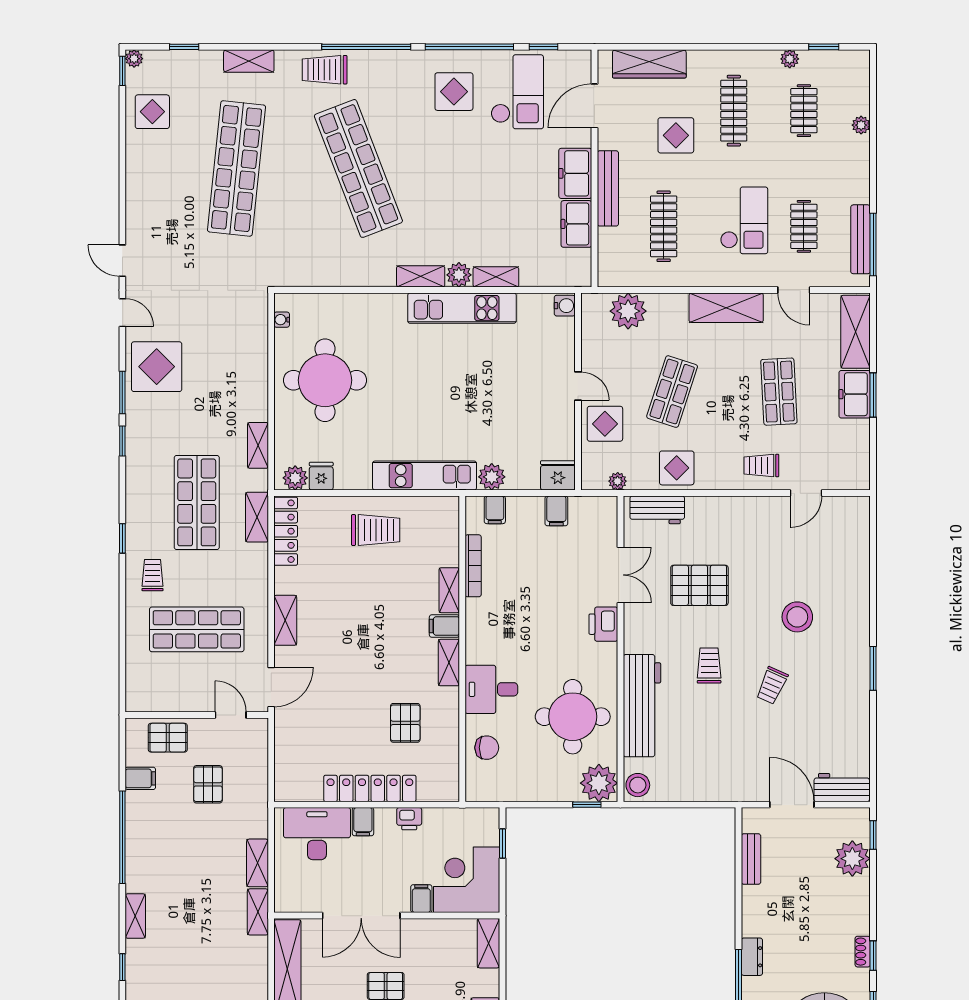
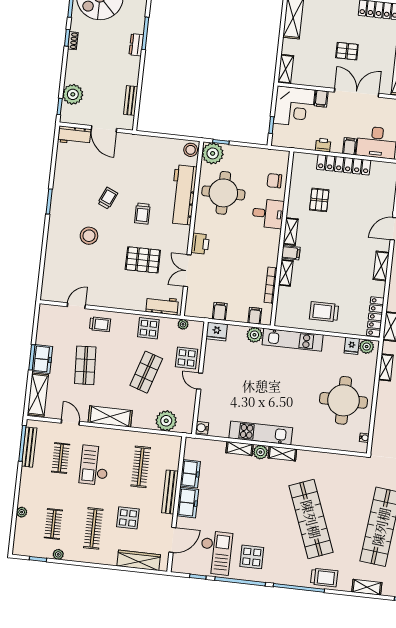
checkout: (517, 92) -> (216, 553), turned 180

